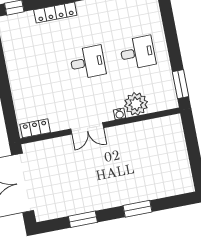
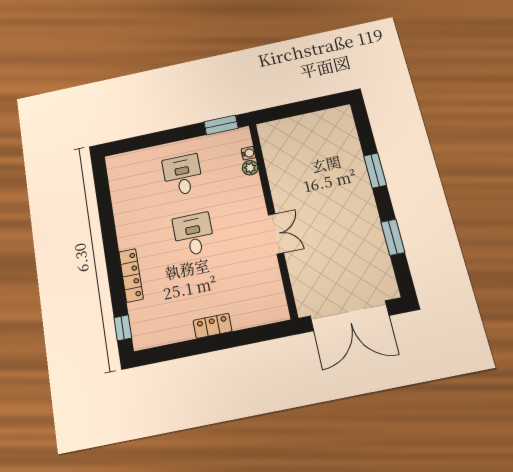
plant: (136, 104) -> (250, 168), width x0.53, depth x0.53
water cooler: (119, 114) -> (248, 153), moved
locker: (35, 128) -> (213, 326), moved, turned 90

